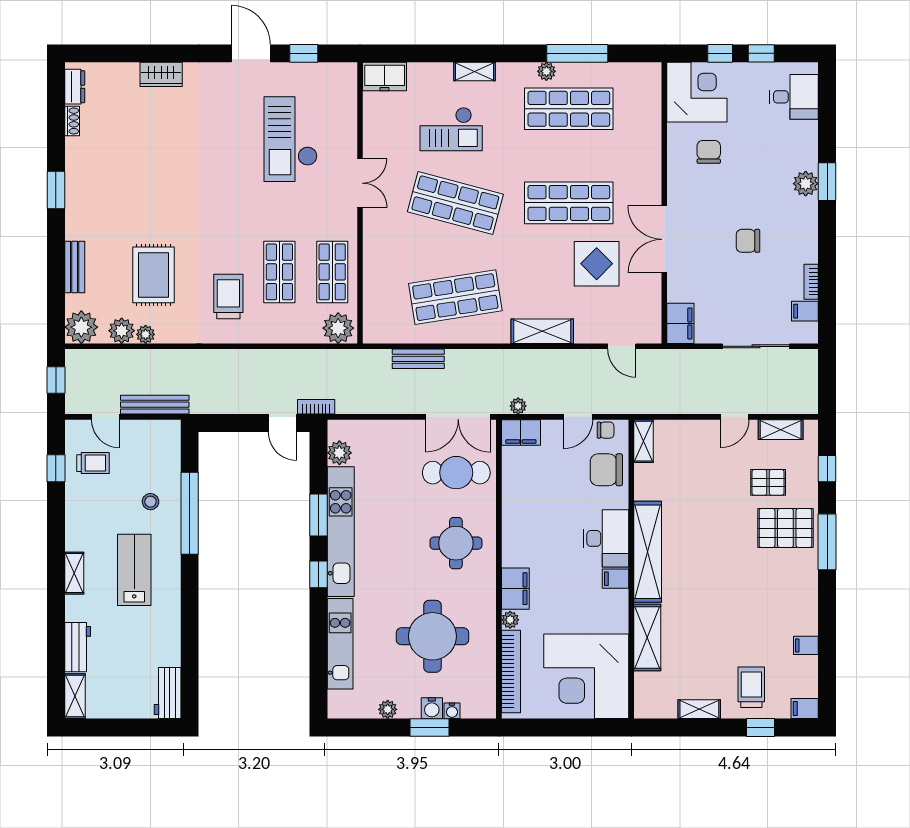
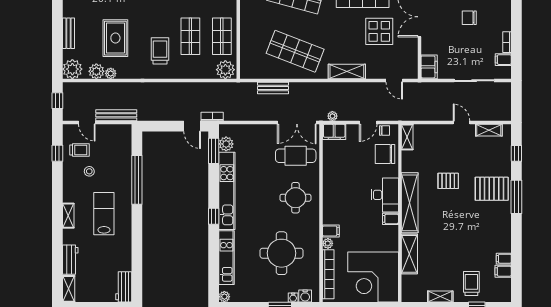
shop shelf: (455, 297) -> (295, 51), turned 30
door: (735, 417) -> (462, 123), swing flipped
pallet: (768, 482) -> (448, 181), moved
stool: (151, 502) -> (89, 171), moved
window: (318, 515) -> (214, 151), moved
filing cabinet: (515, 589) -> (331, 231), width x0.50
water cooler: (432, 708) -> (305, 296), moved
filing cabinet: (805, 708) -> (503, 271), moved
plant: (388, 709) -> (224, 297), moved

